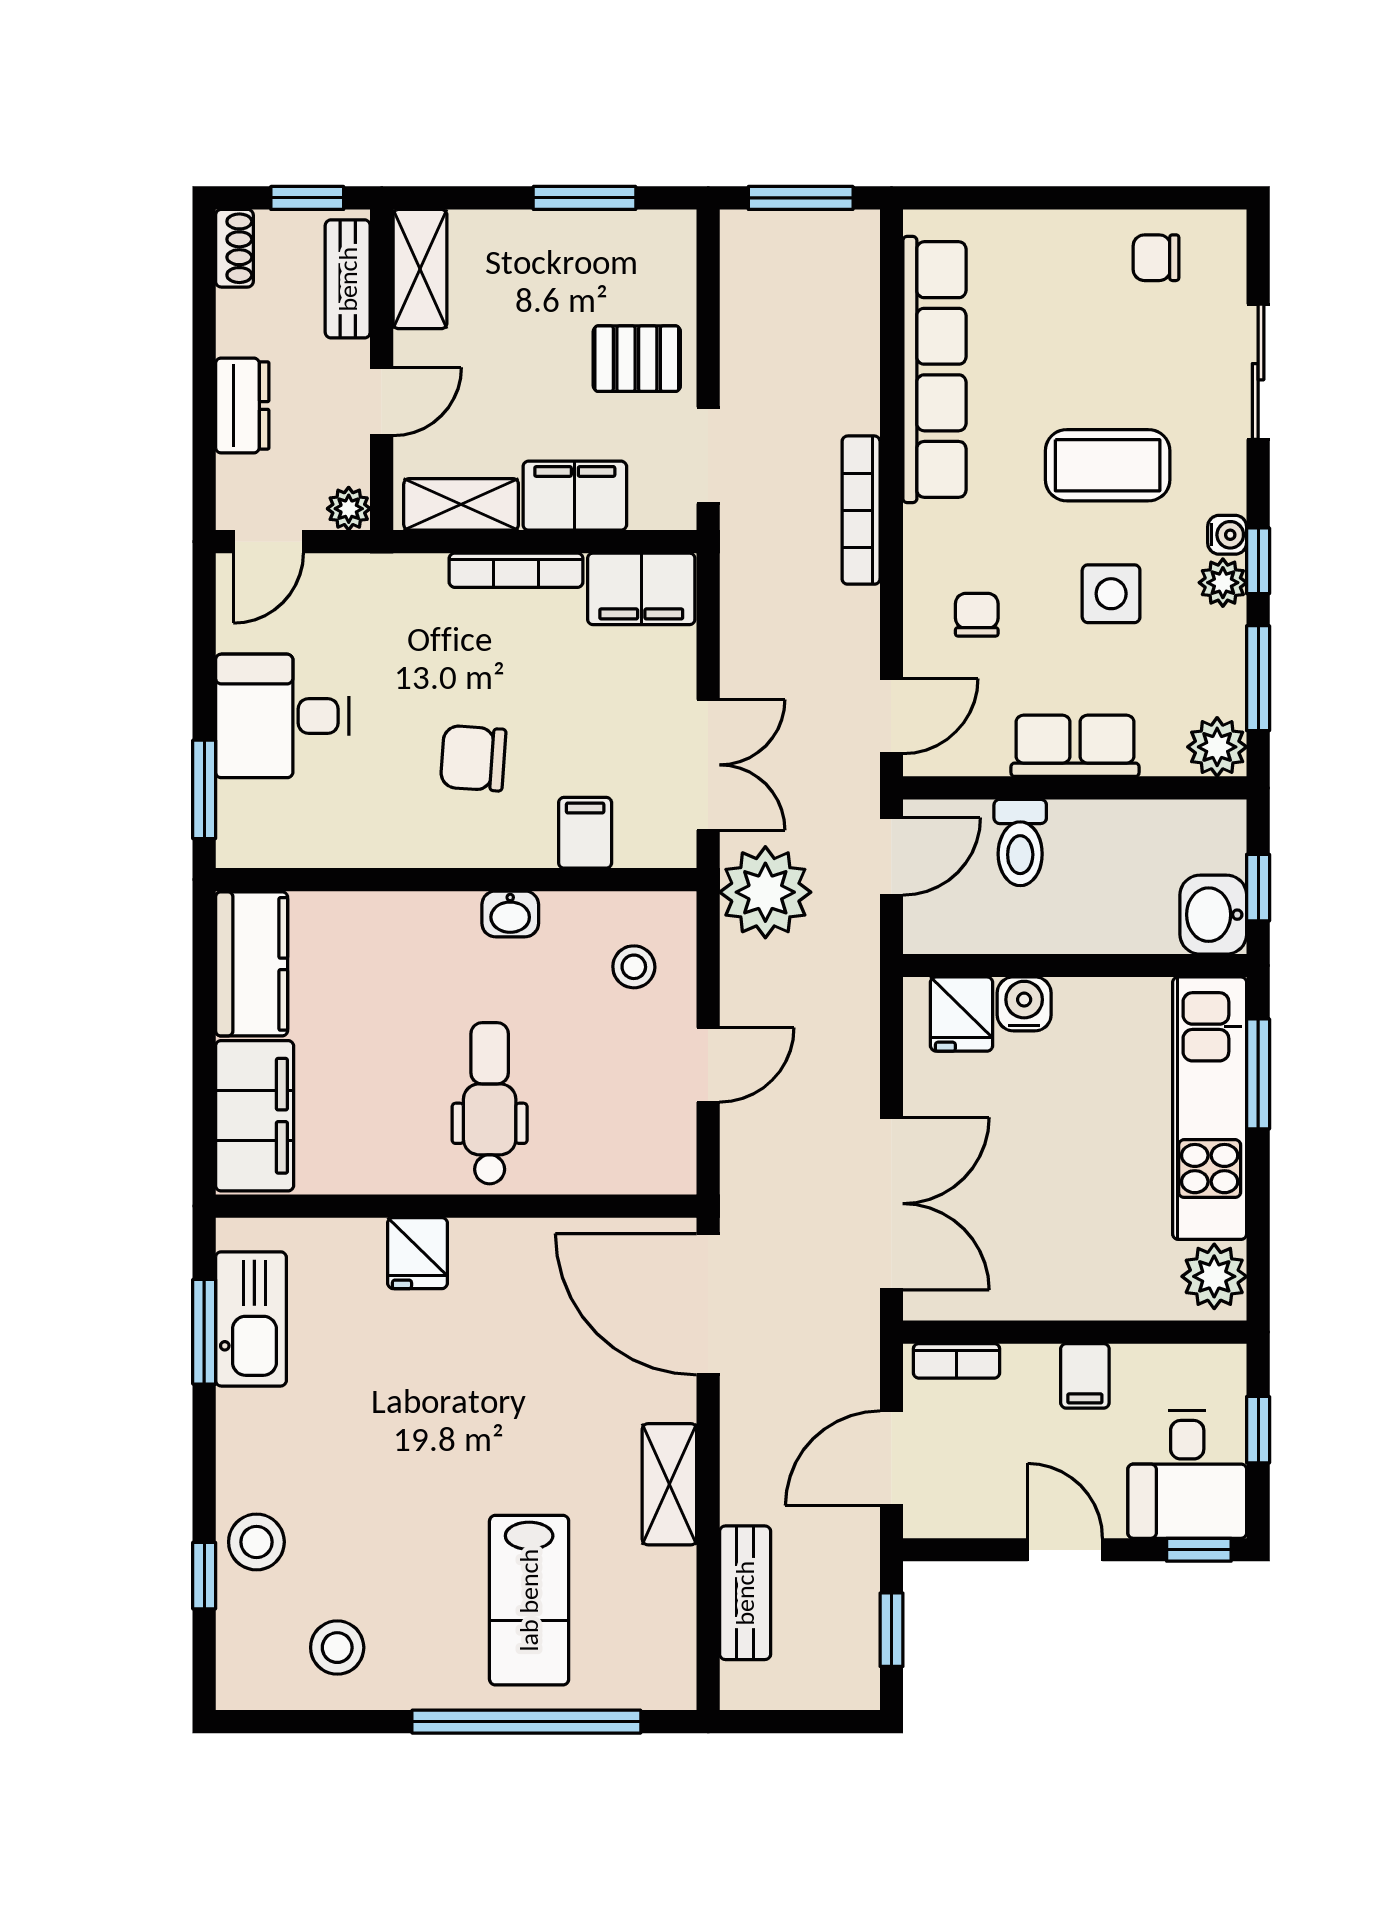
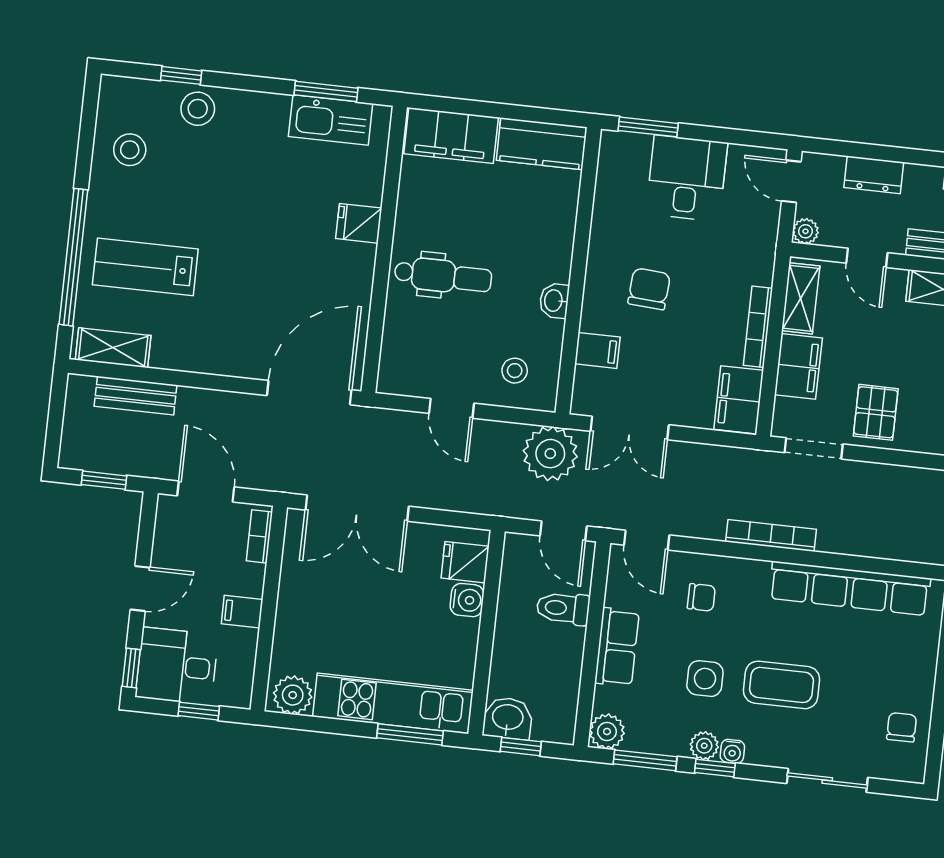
coffee table: (1108, 465) -> (782, 685), turned 90
shelving: (669, 1484) -> (113, 348), moved

